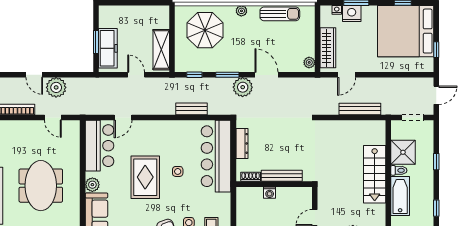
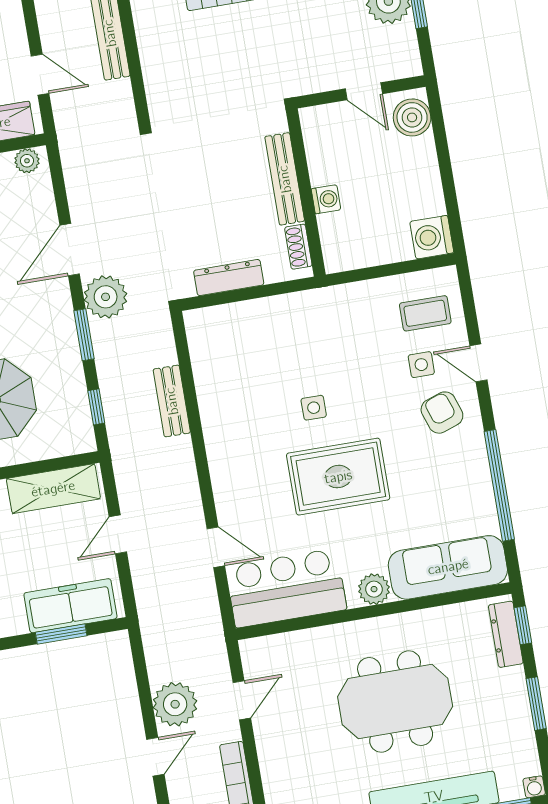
bar counter: (216, 156) -> (266, 330), removed

